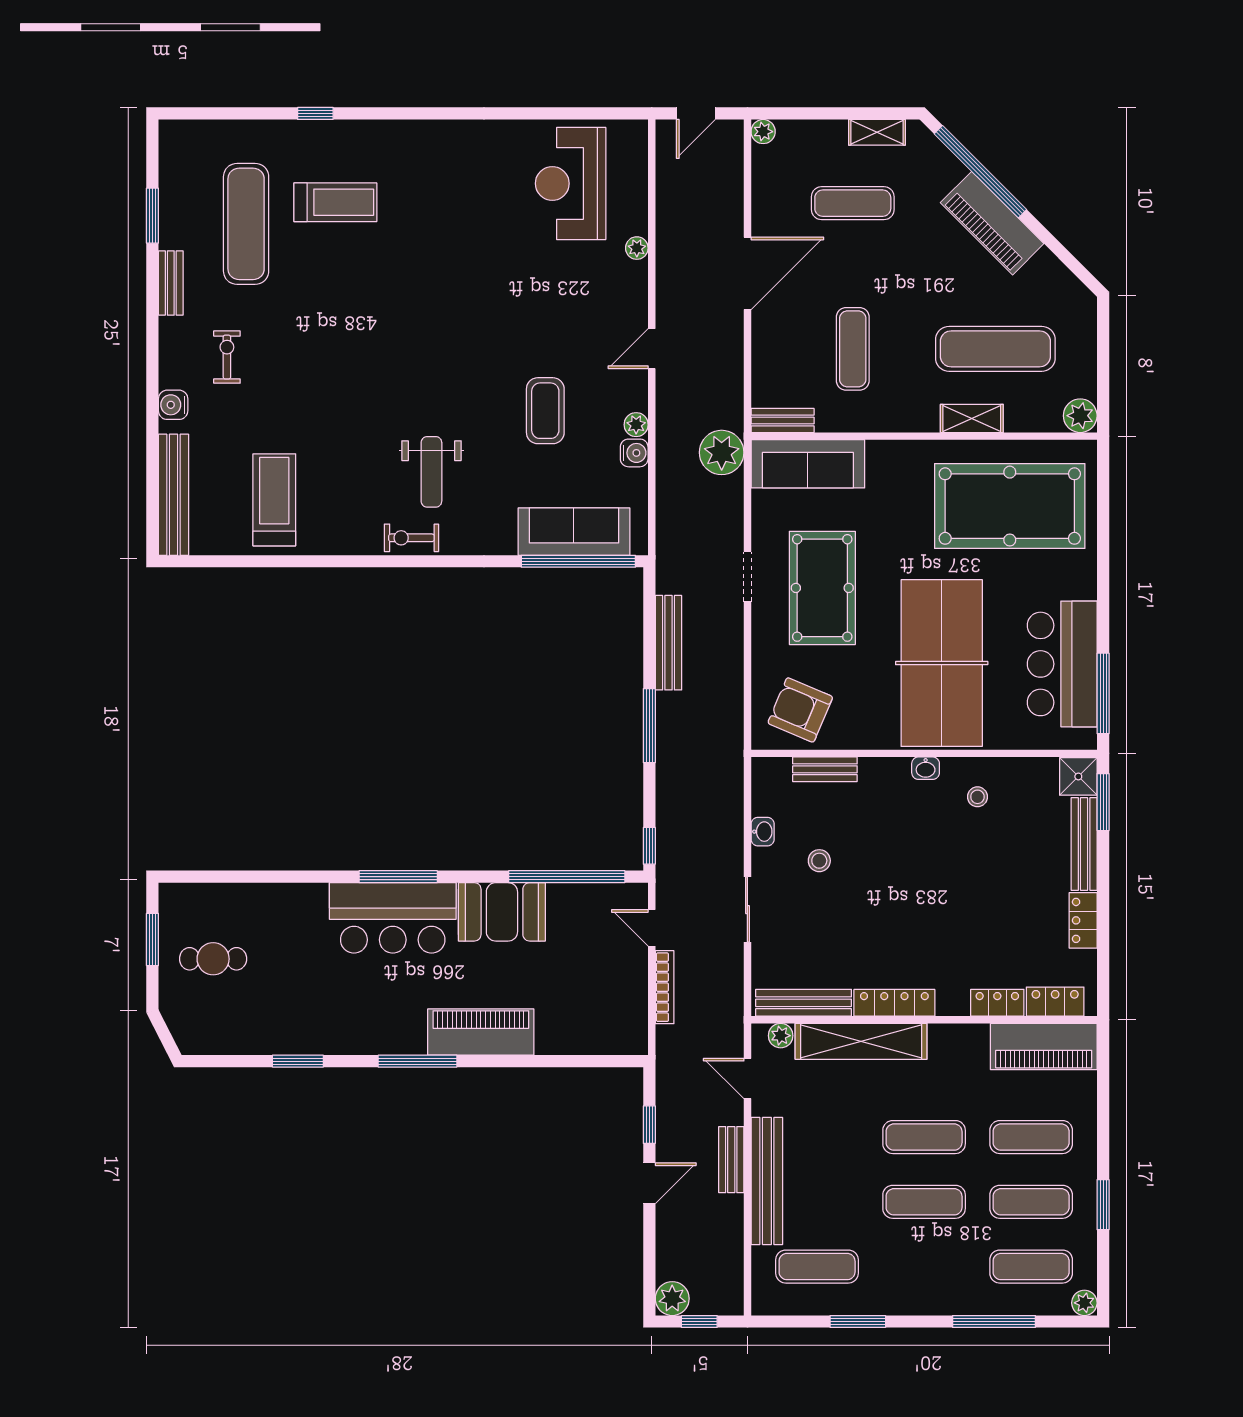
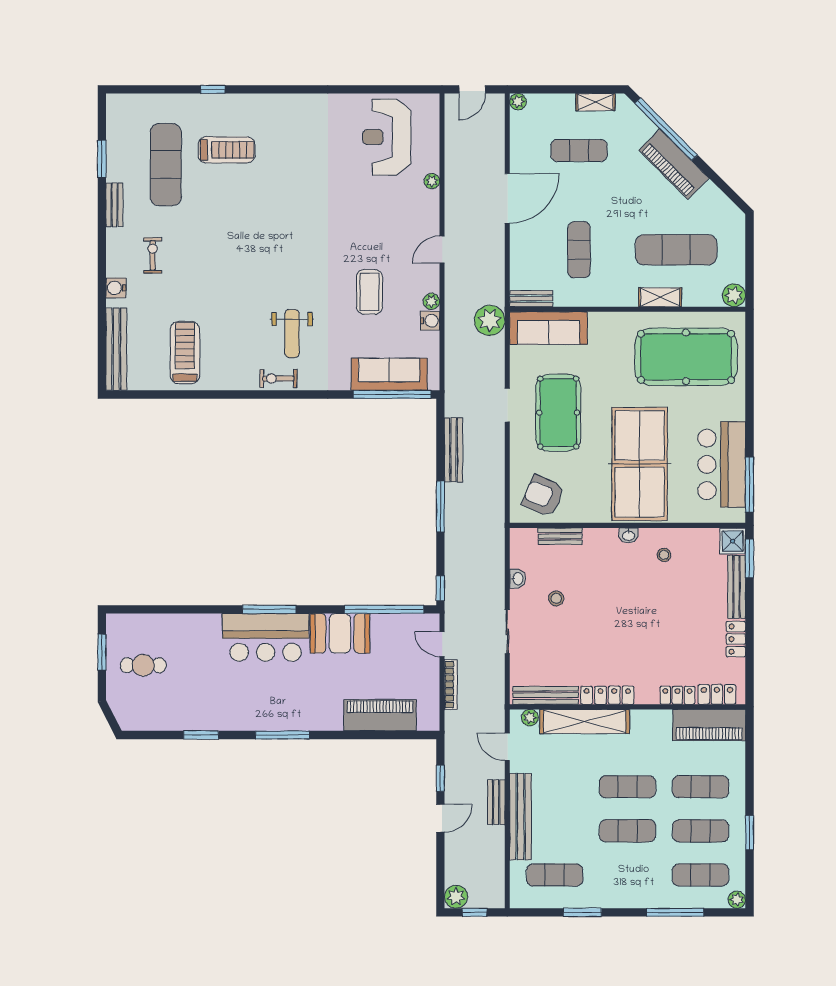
piano: (481, 1032) -> (380, 715), moved

